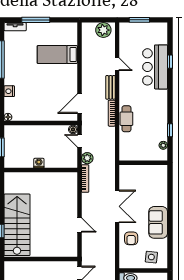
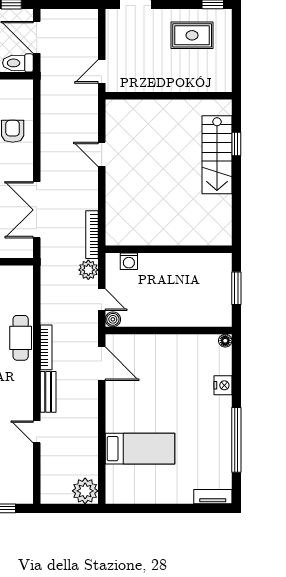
window: (36, 20) -> (177, 508), removed
plant: (103, 30) -> (85, 491), moved
door: (79, 104) -> (102, 364), hinge flipped
washing machine: (39, 163) -> (129, 261), moved
double door: (117, 206) -> (37, 210), moved
stairs: (17, 225) -> (217, 155), width x0.73, depth x0.66

